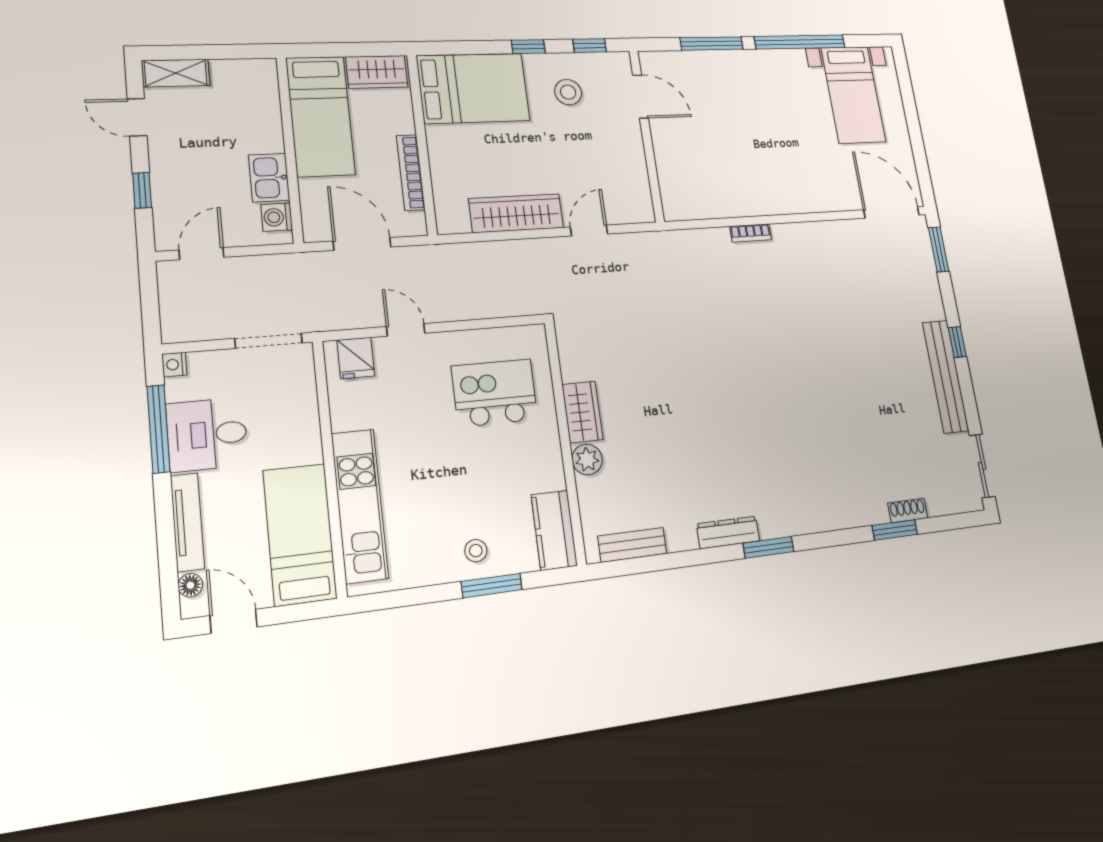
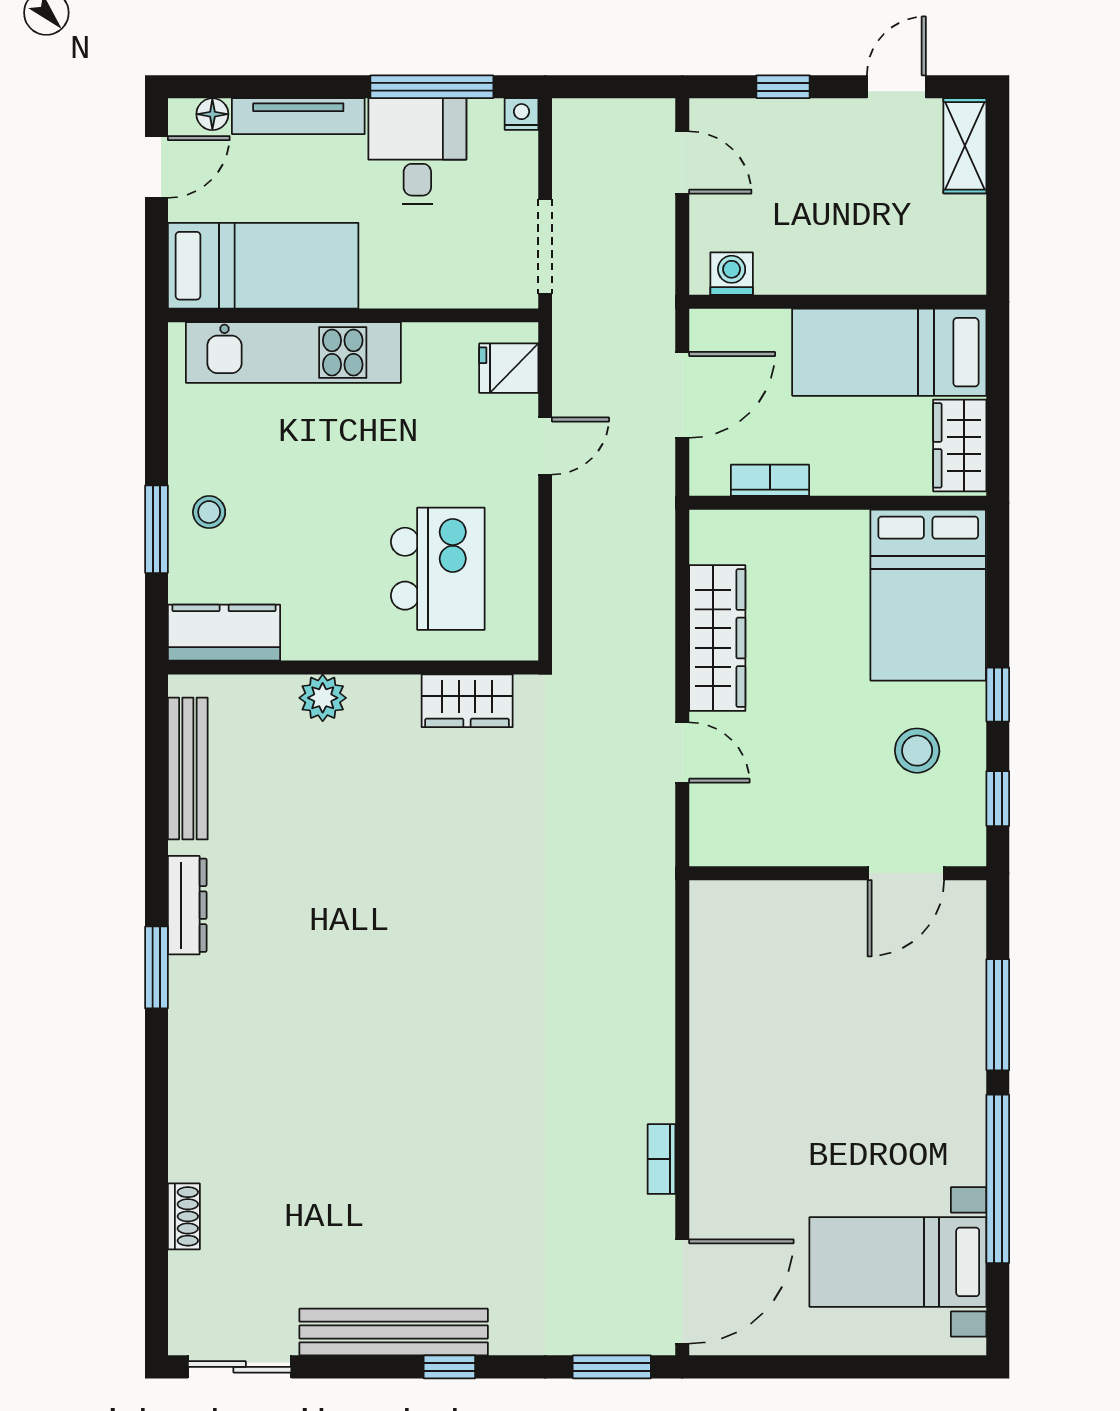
bookcase: (411, 173) -> (770, 480), width x0.64
kitchen sink: (269, 178) -> (794, 268), removed
bookcase: (751, 233) -> (661, 1159), moved
wardrobe: (582, 412) -> (467, 701), moved
window: (895, 530) -> (157, 1187), removed
bench: (632, 545) -> (188, 768), width x1.36

